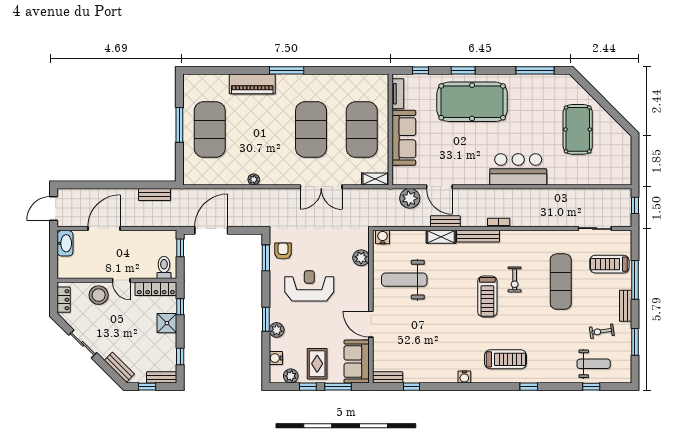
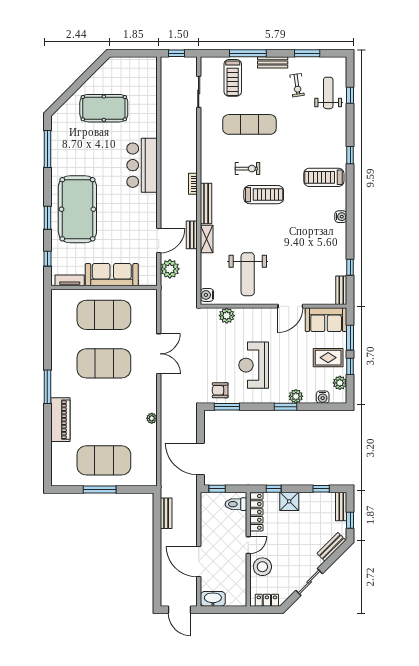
shelving: (375, 179) -> (151, 302), removed
treadmill: (505, 359) -> (324, 177), turned -90

